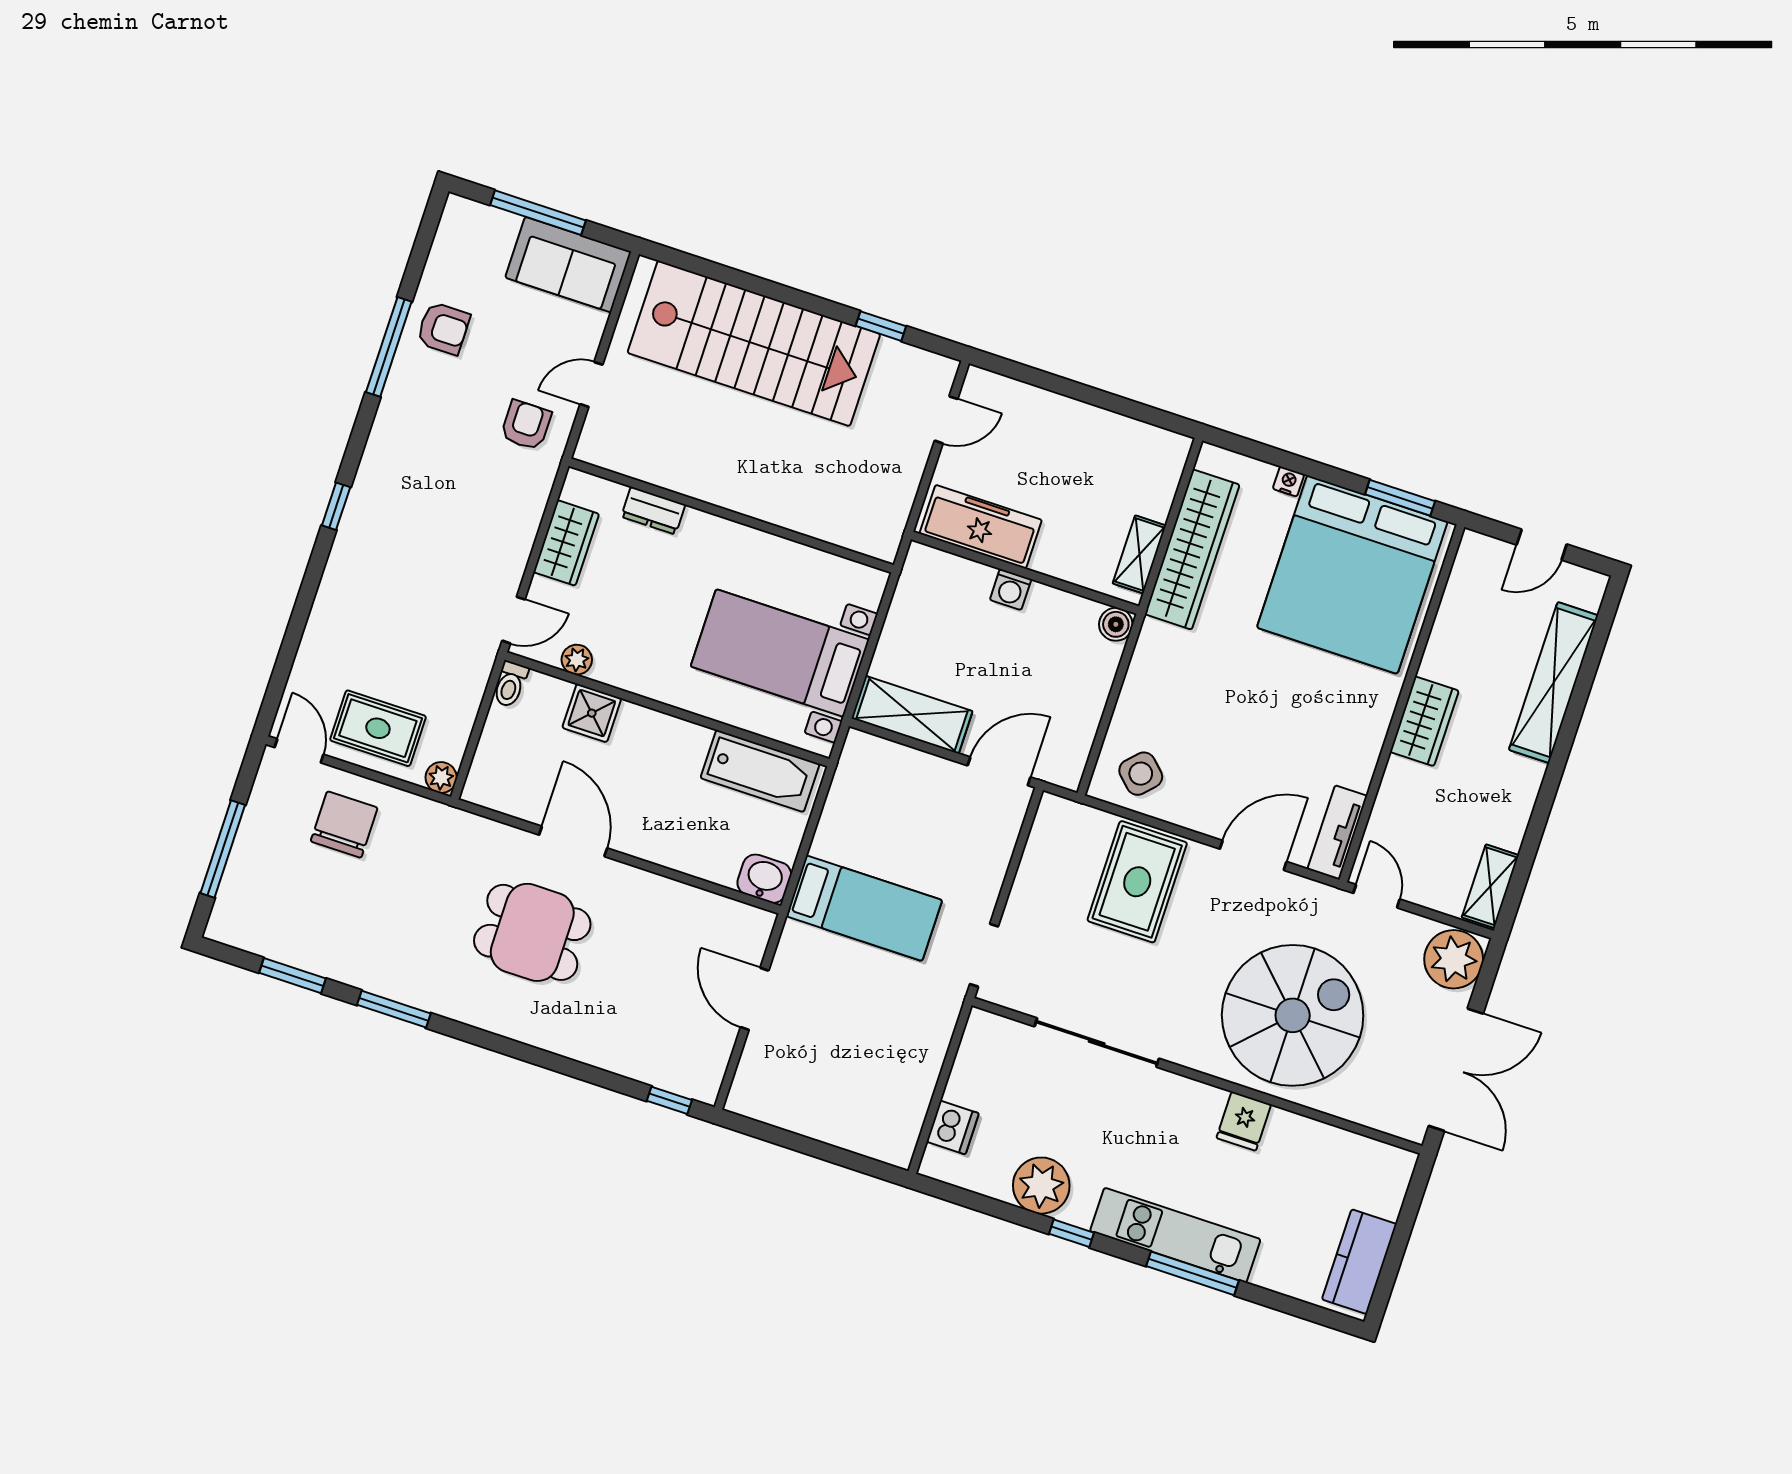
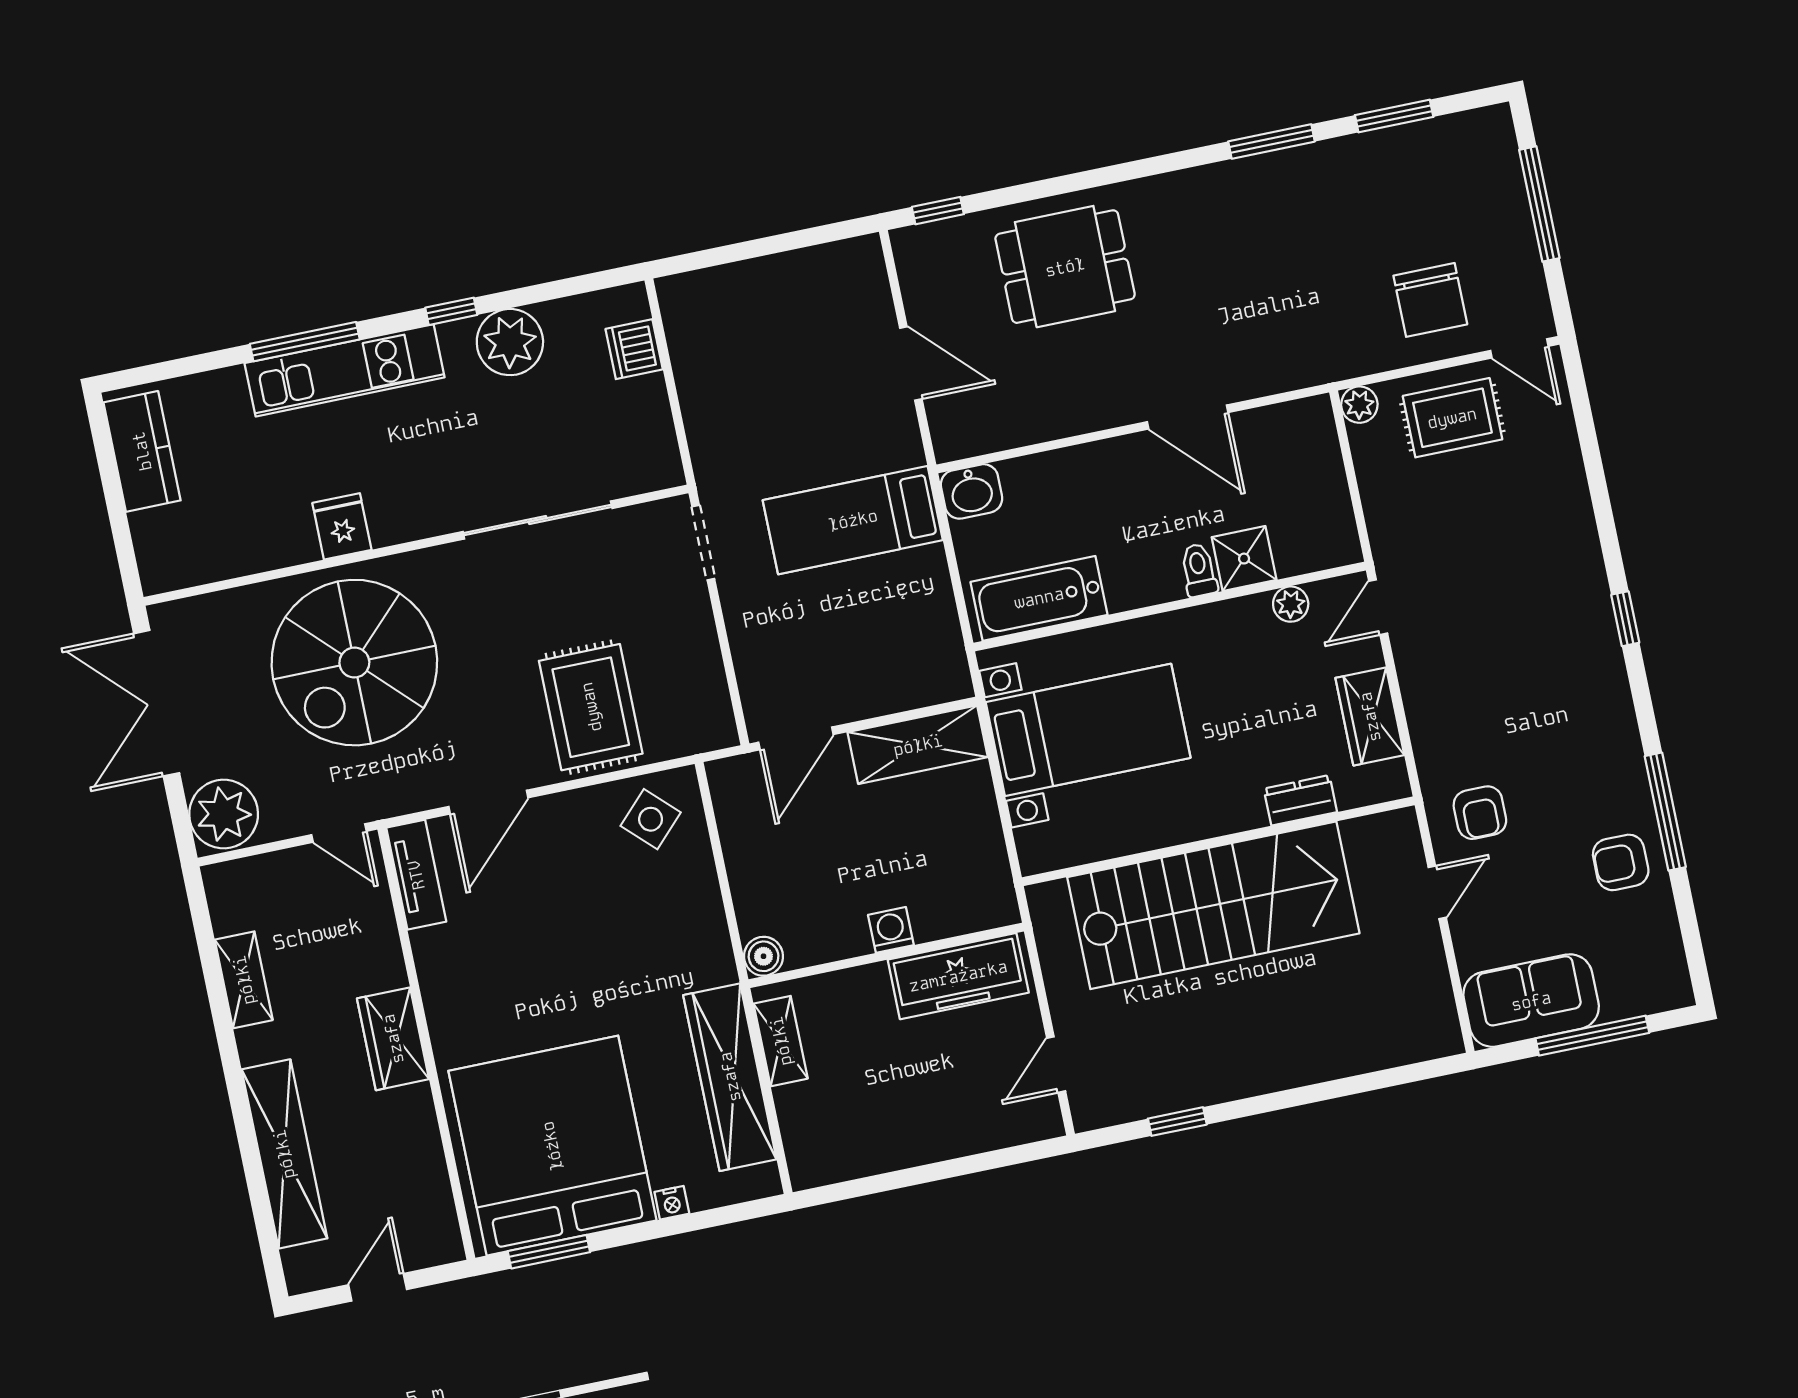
stairs: (754, 343) -> (1213, 905), moved, turned 180
toilet: (510, 684) -> (1199, 570), moved
shelving: (1490, 886) -> (244, 980), moved
dining table: (532, 932) -> (1065, 267), moved

